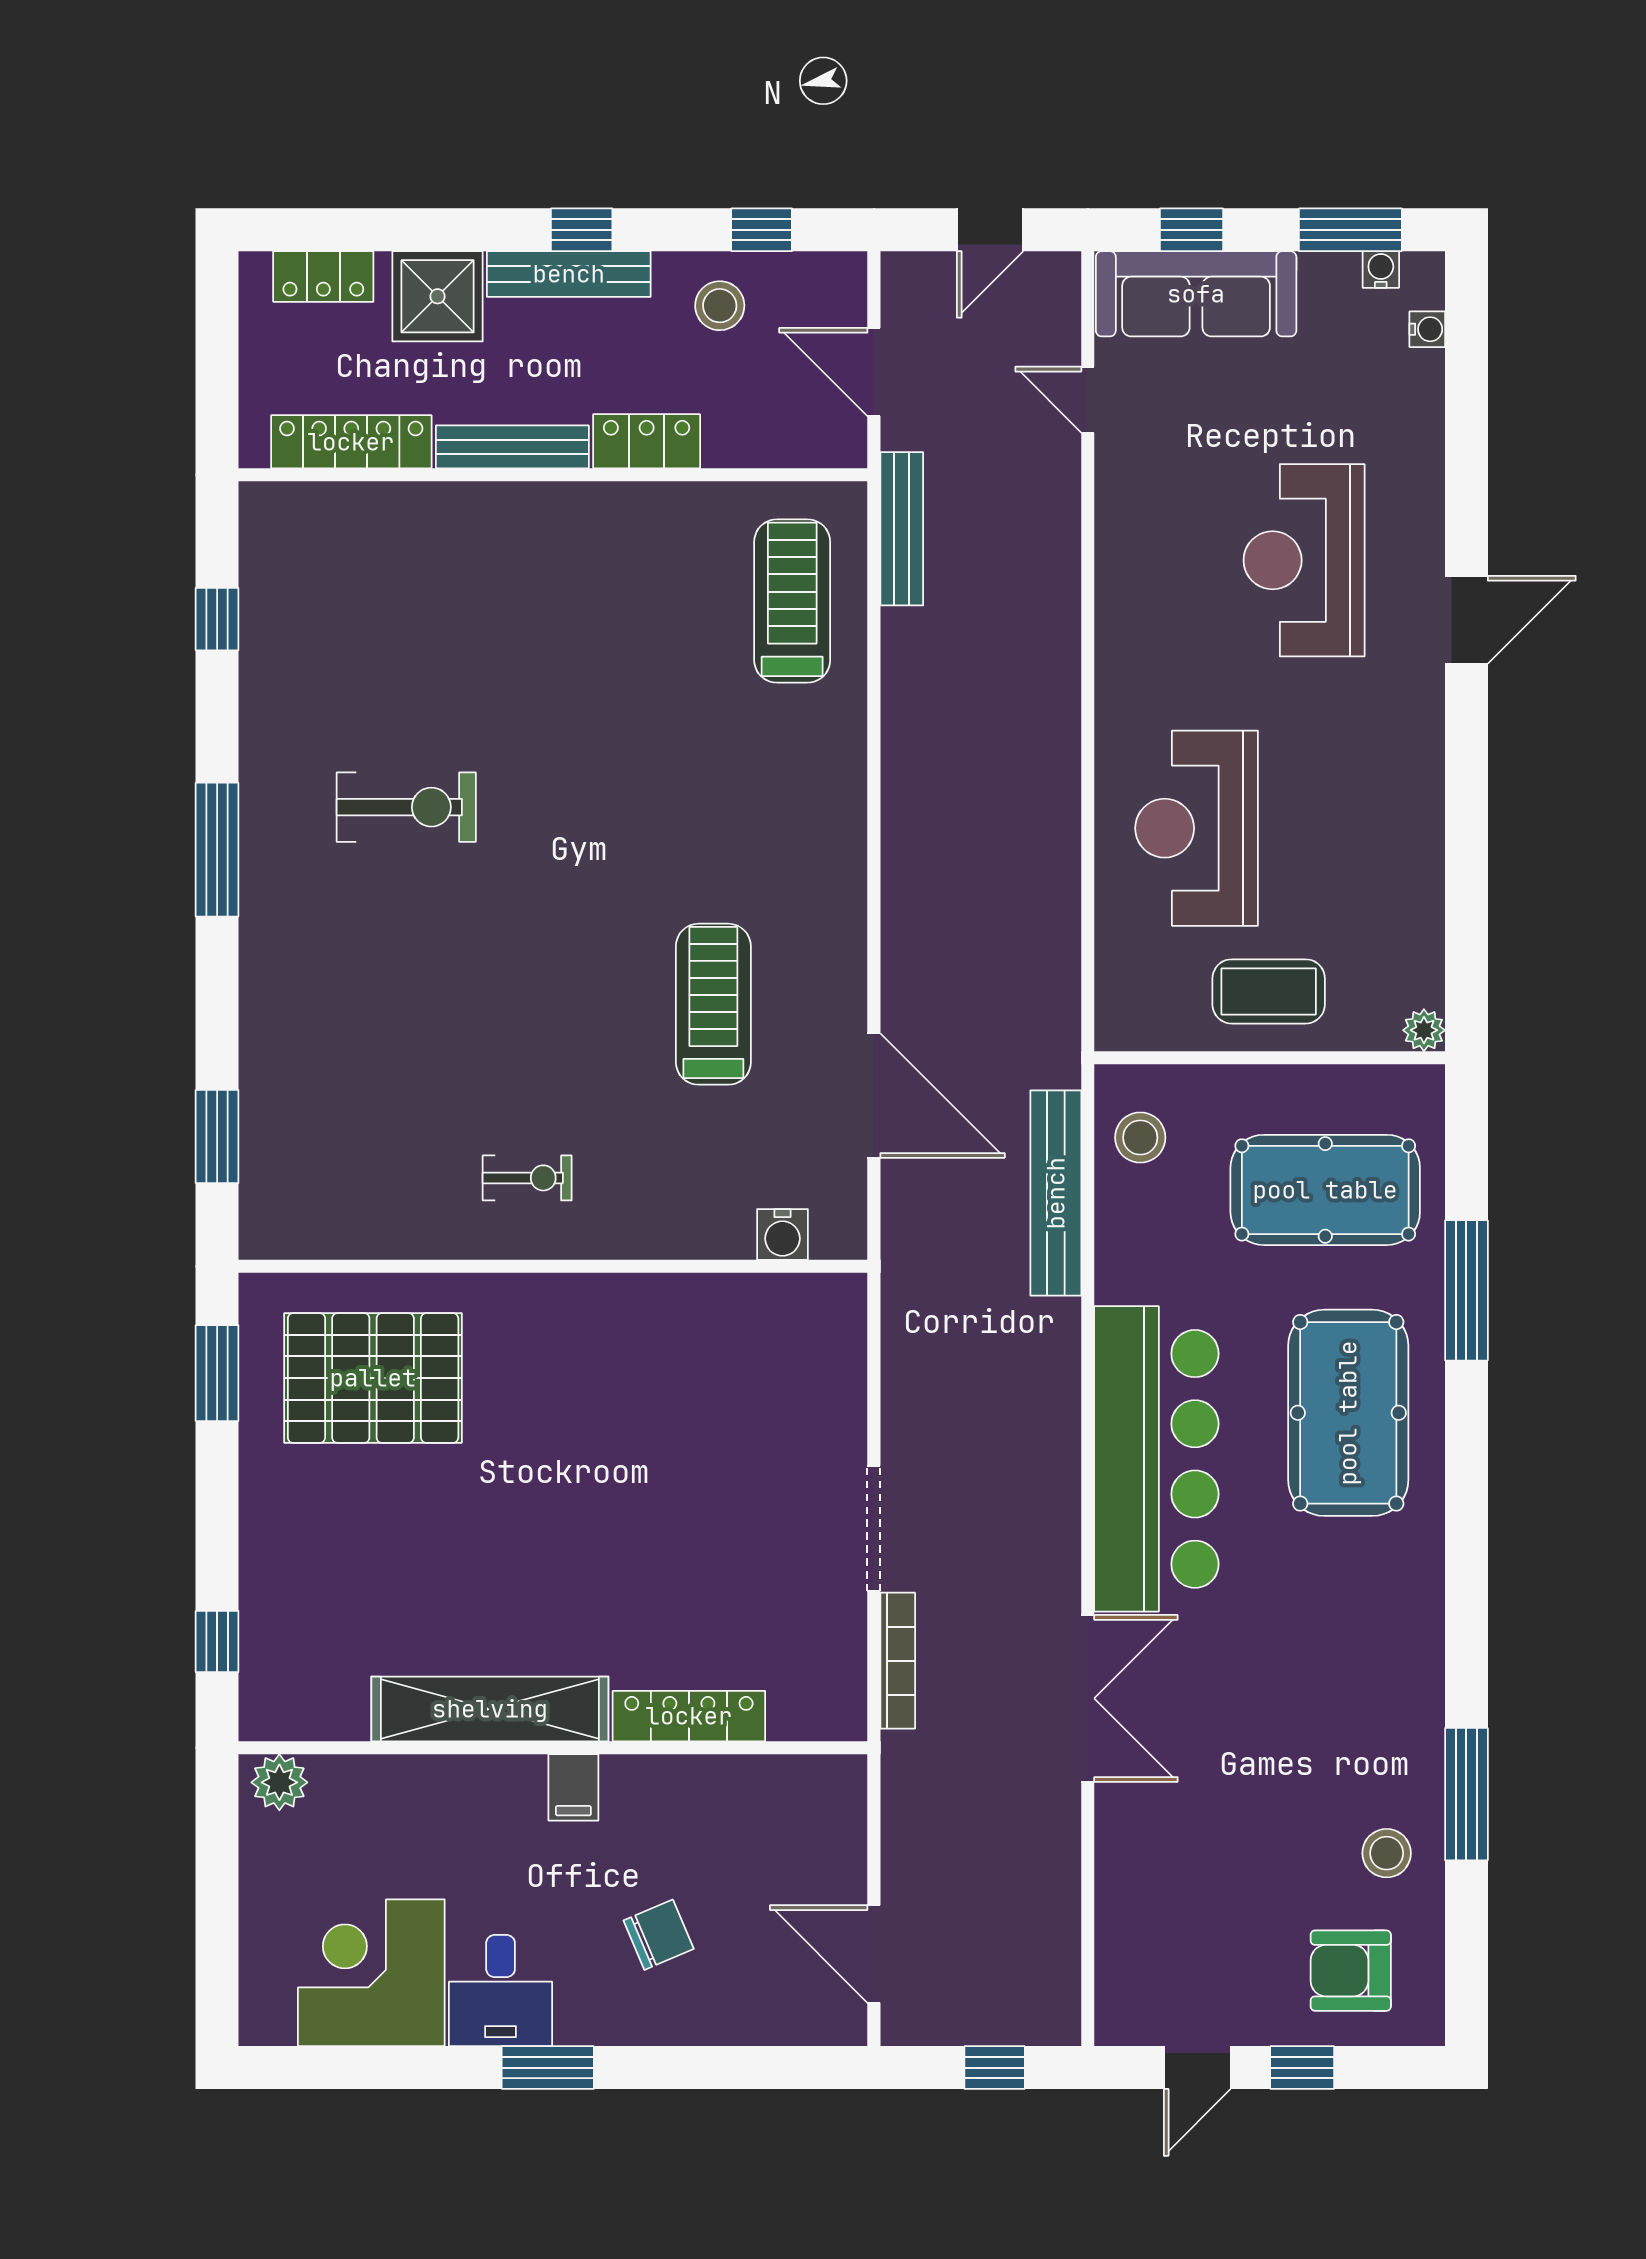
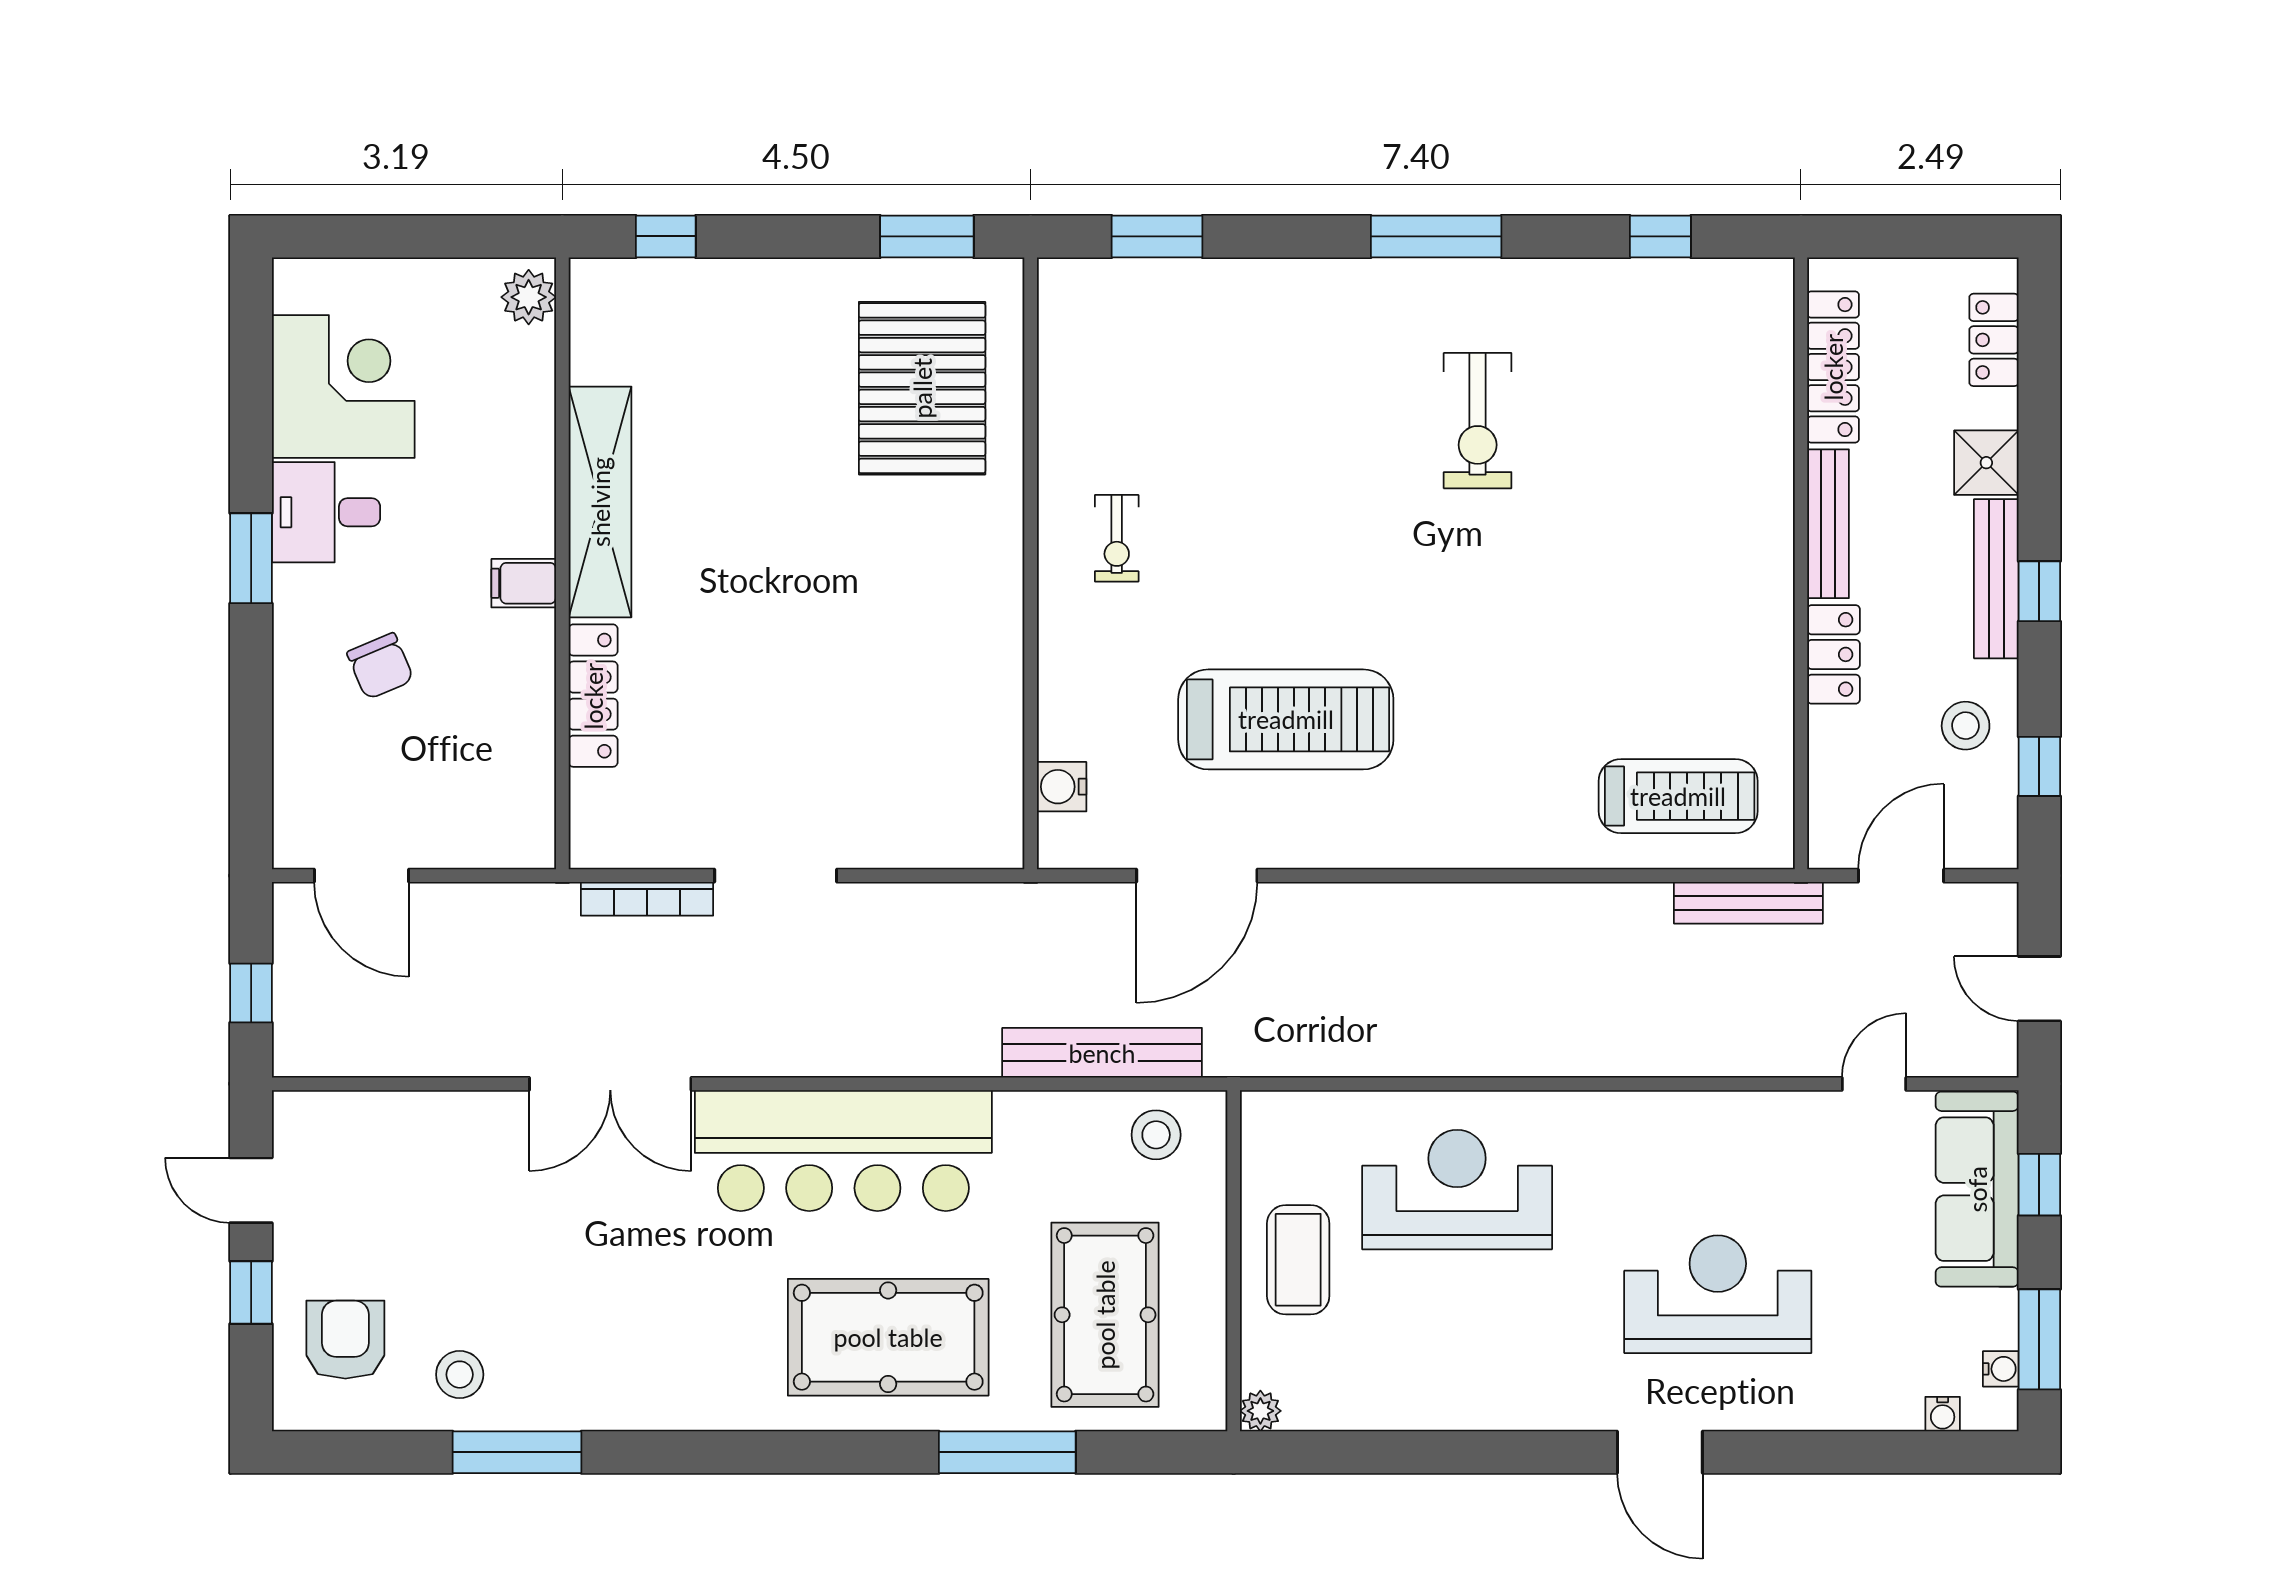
shower: (438, 296) -> (1986, 463), width x0.73, depth x0.73
treadmill: (713, 1004) -> (1286, 719), width x1.37, depth x1.38
door: (874, 1954) -> (362, 876), swing flipped

